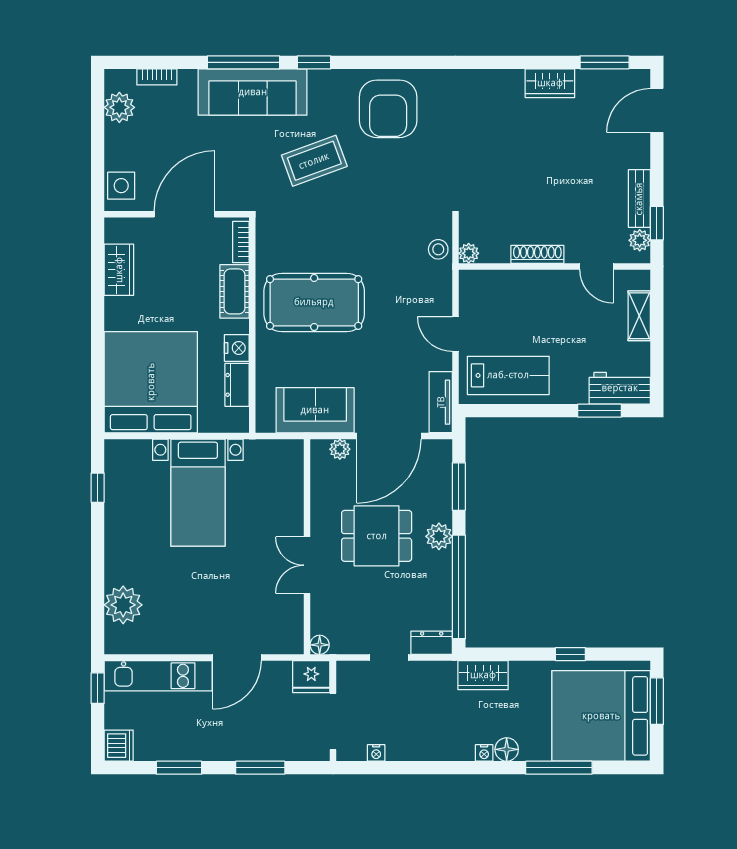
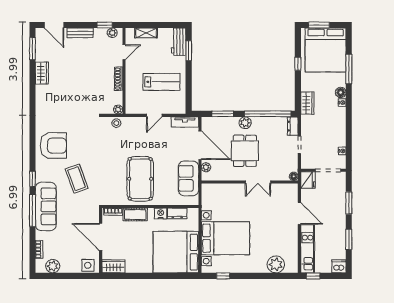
bench: (639, 199) -> (80, 33), moved
wardrobe: (119, 270) -> (113, 266), moved
lab bench: (508, 375) -> (161, 82), moved, turned 90
bed with nightstands: (198, 493) -> (225, 238), width x1.36

